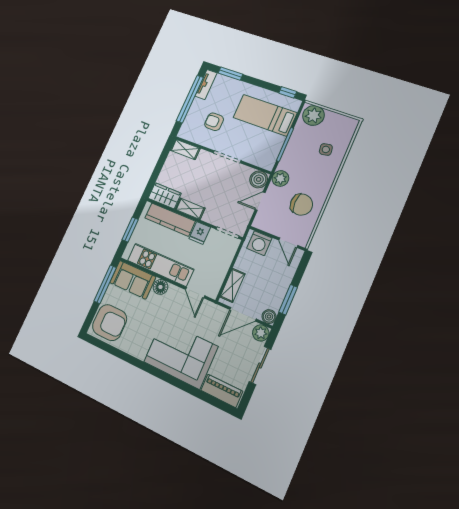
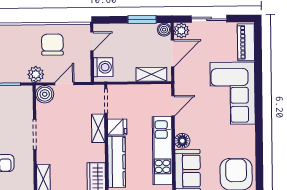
door: (260, 201) -> (64, 84), swing flipped
shelving: (190, 209) -> (98, 128), moved
door: (243, 314) -> (172, 53), hinge flipped

